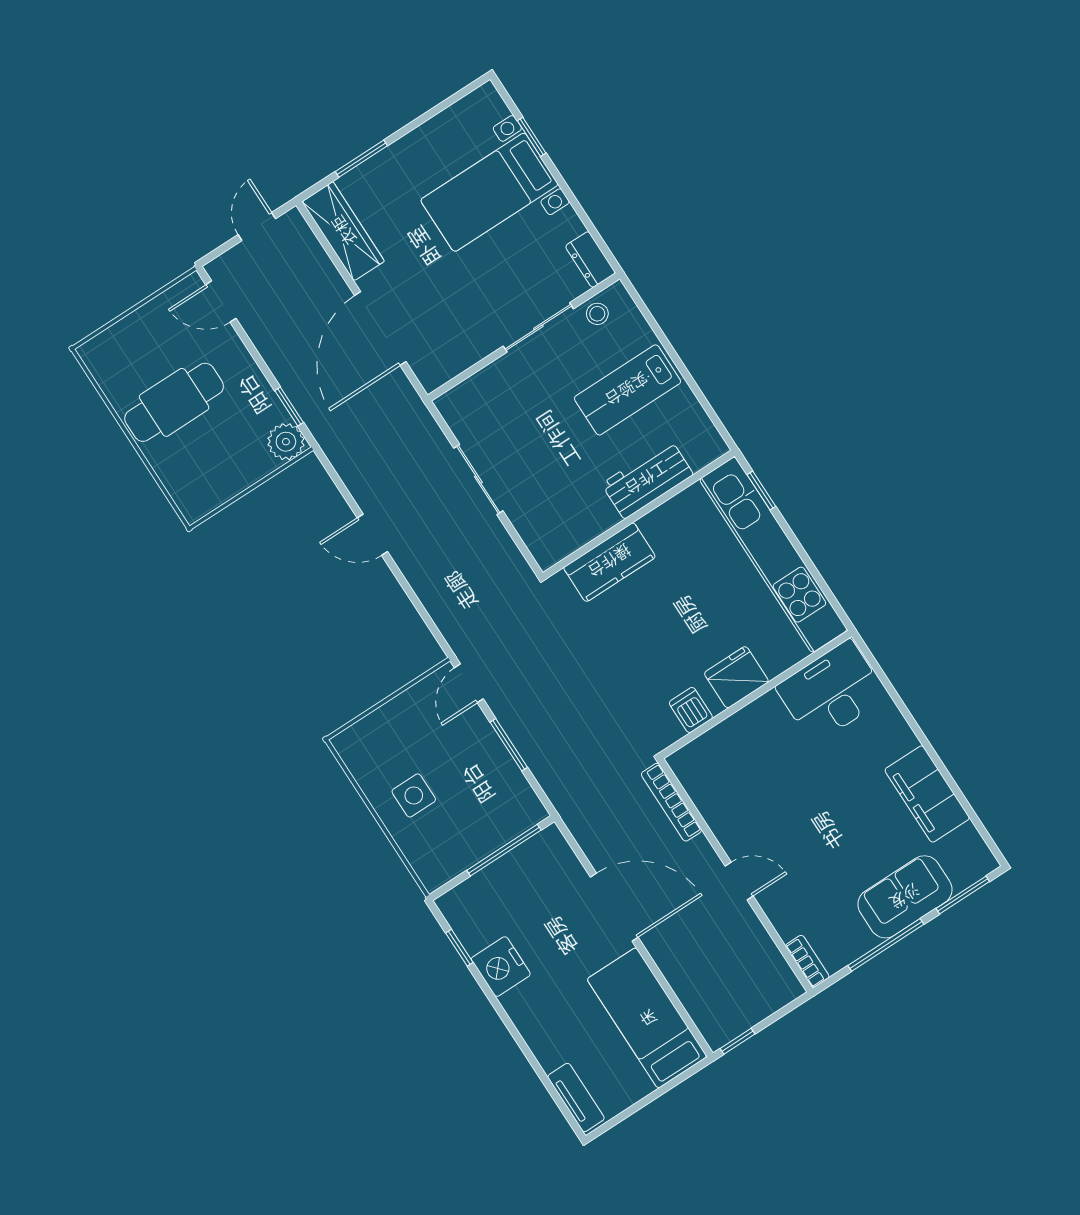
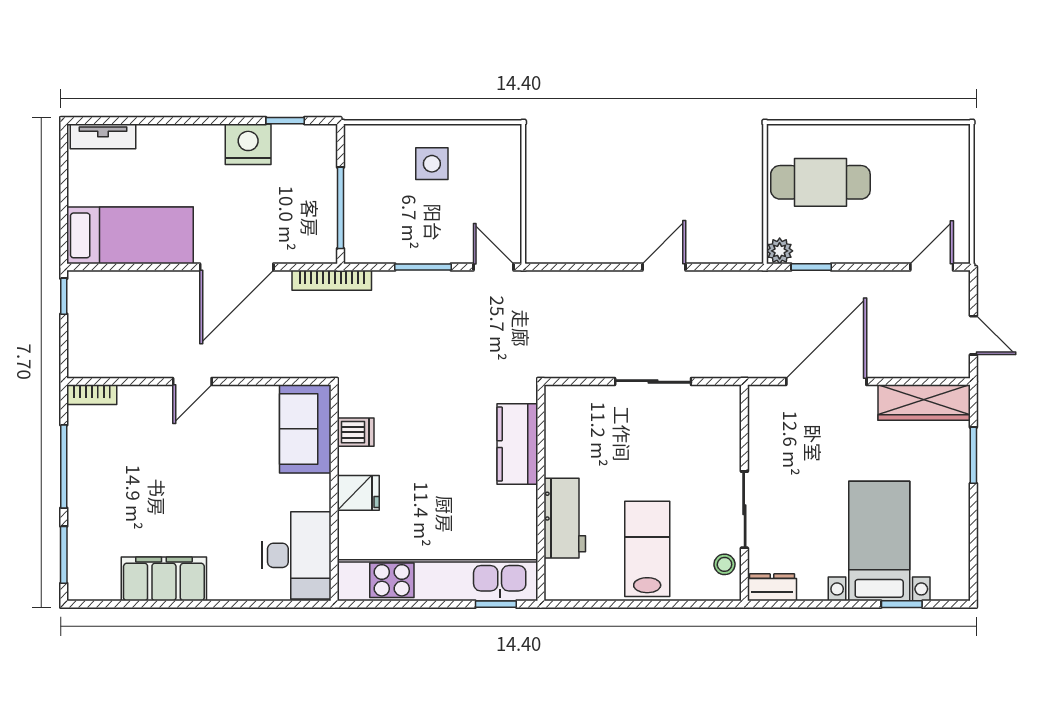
door: (380, 329) -> (826, 381), hinge flipped
cafe table: (174, 402) -> (820, 182), moved, turned 90
plant: (286, 442) -> (780, 251), width x0.73, depth x0.73
fridge: (736, 677) -> (358, 493), width x0.72
bookcase: (671, 802) -> (332, 280), moved, turned 180
sofa: (905, 897) -> (305, 429), moved, turned 180

